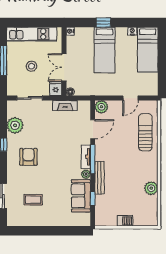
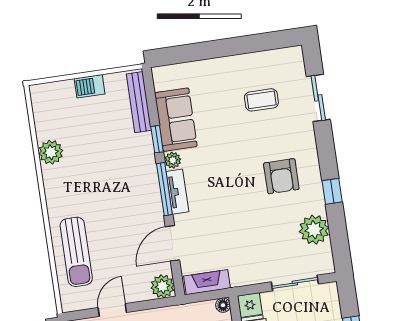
fireplace: (65, 105) -> (207, 282), moved
bench: (100, 178) -> (139, 102), moved
window: (93, 199) -> (157, 139), moved

